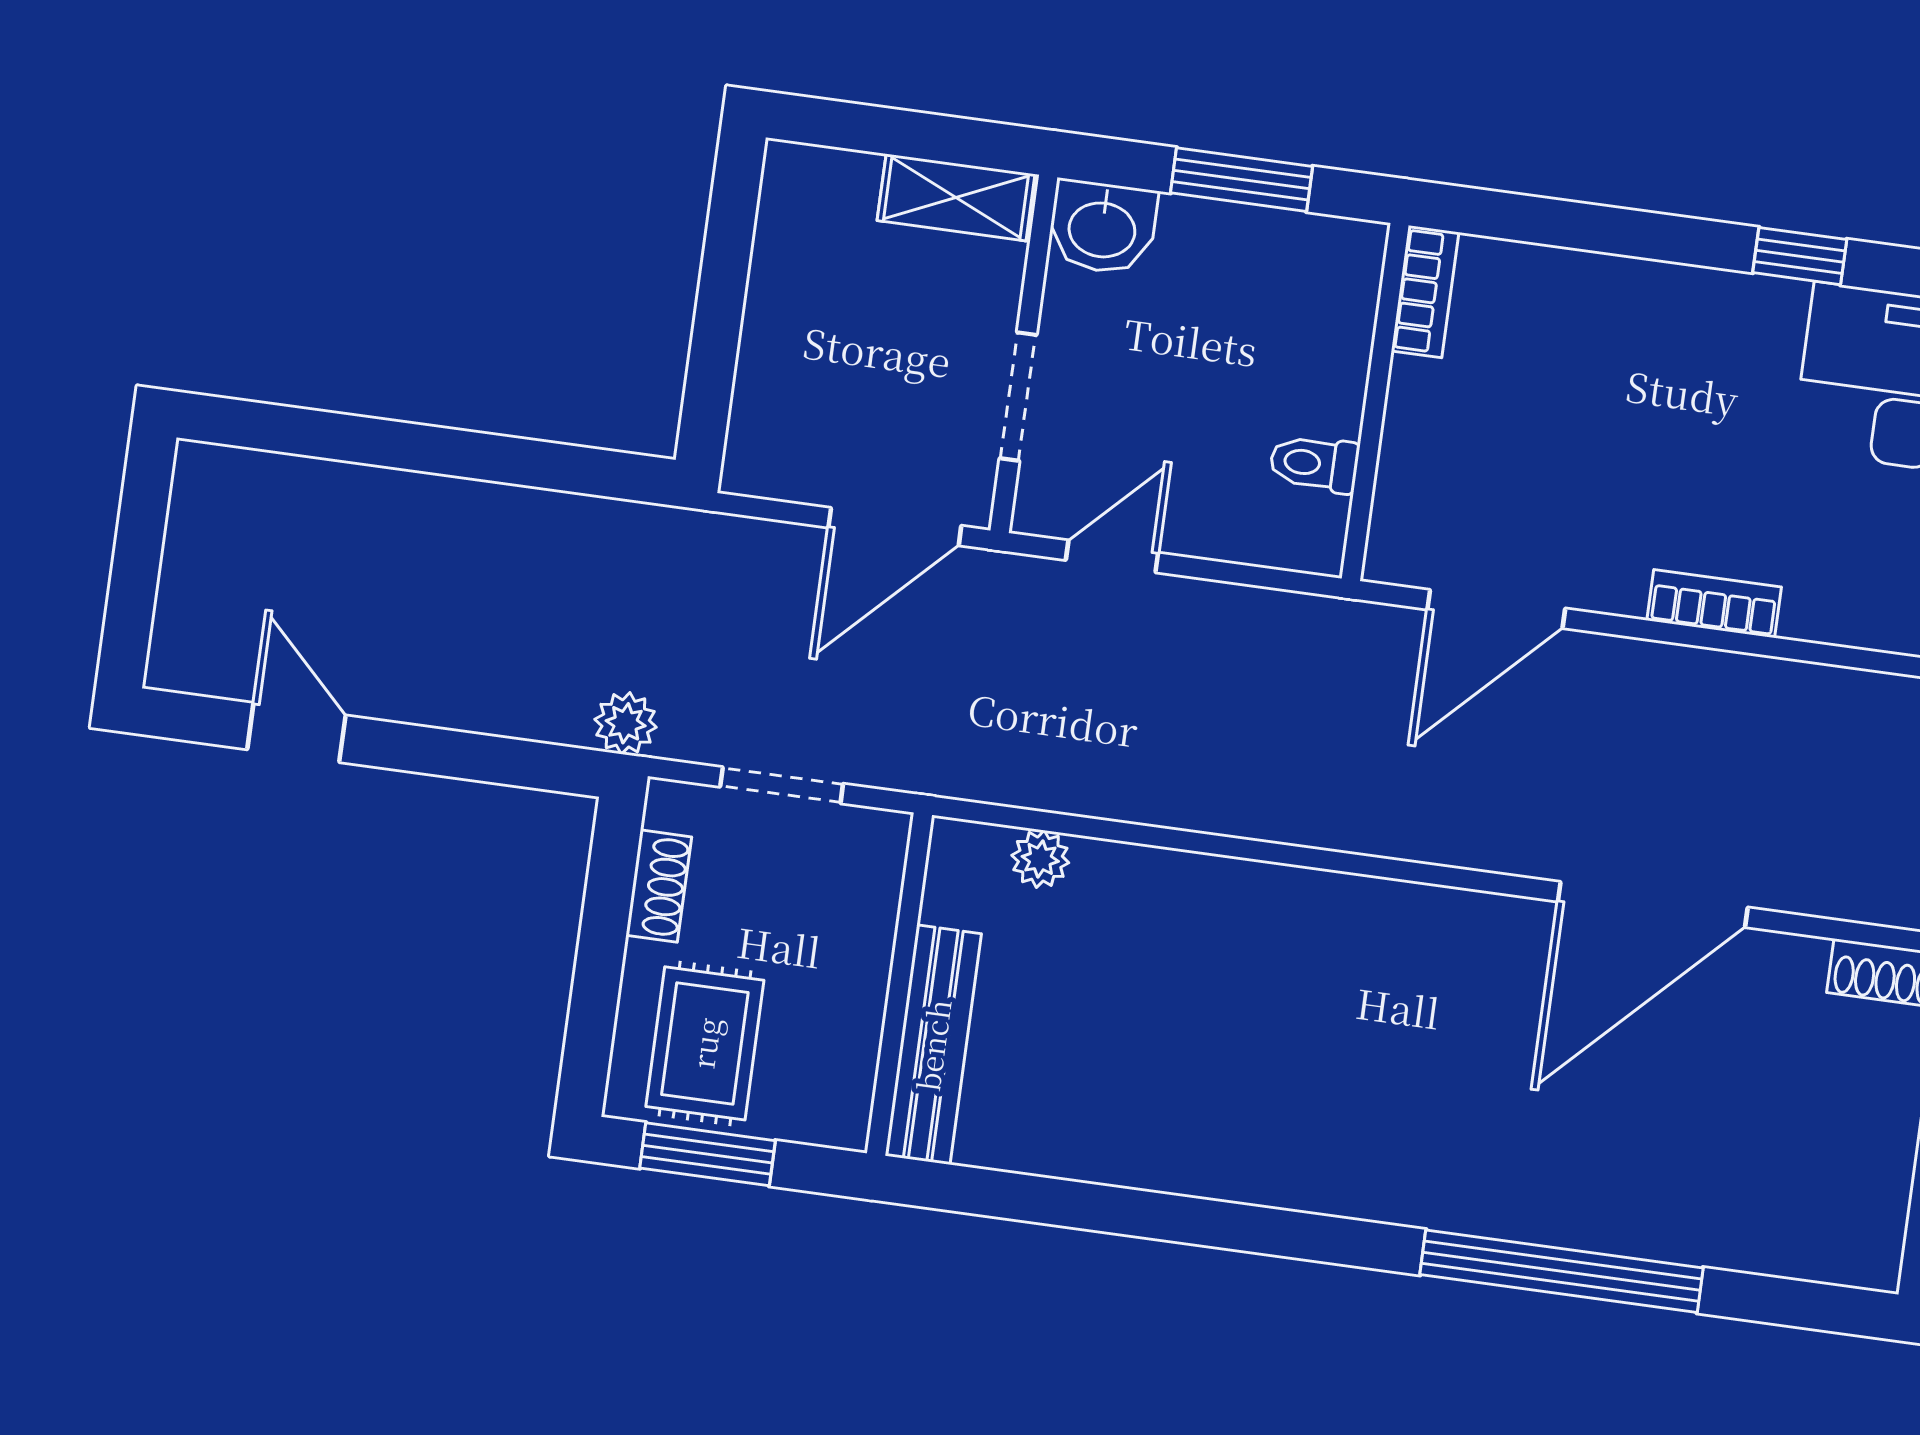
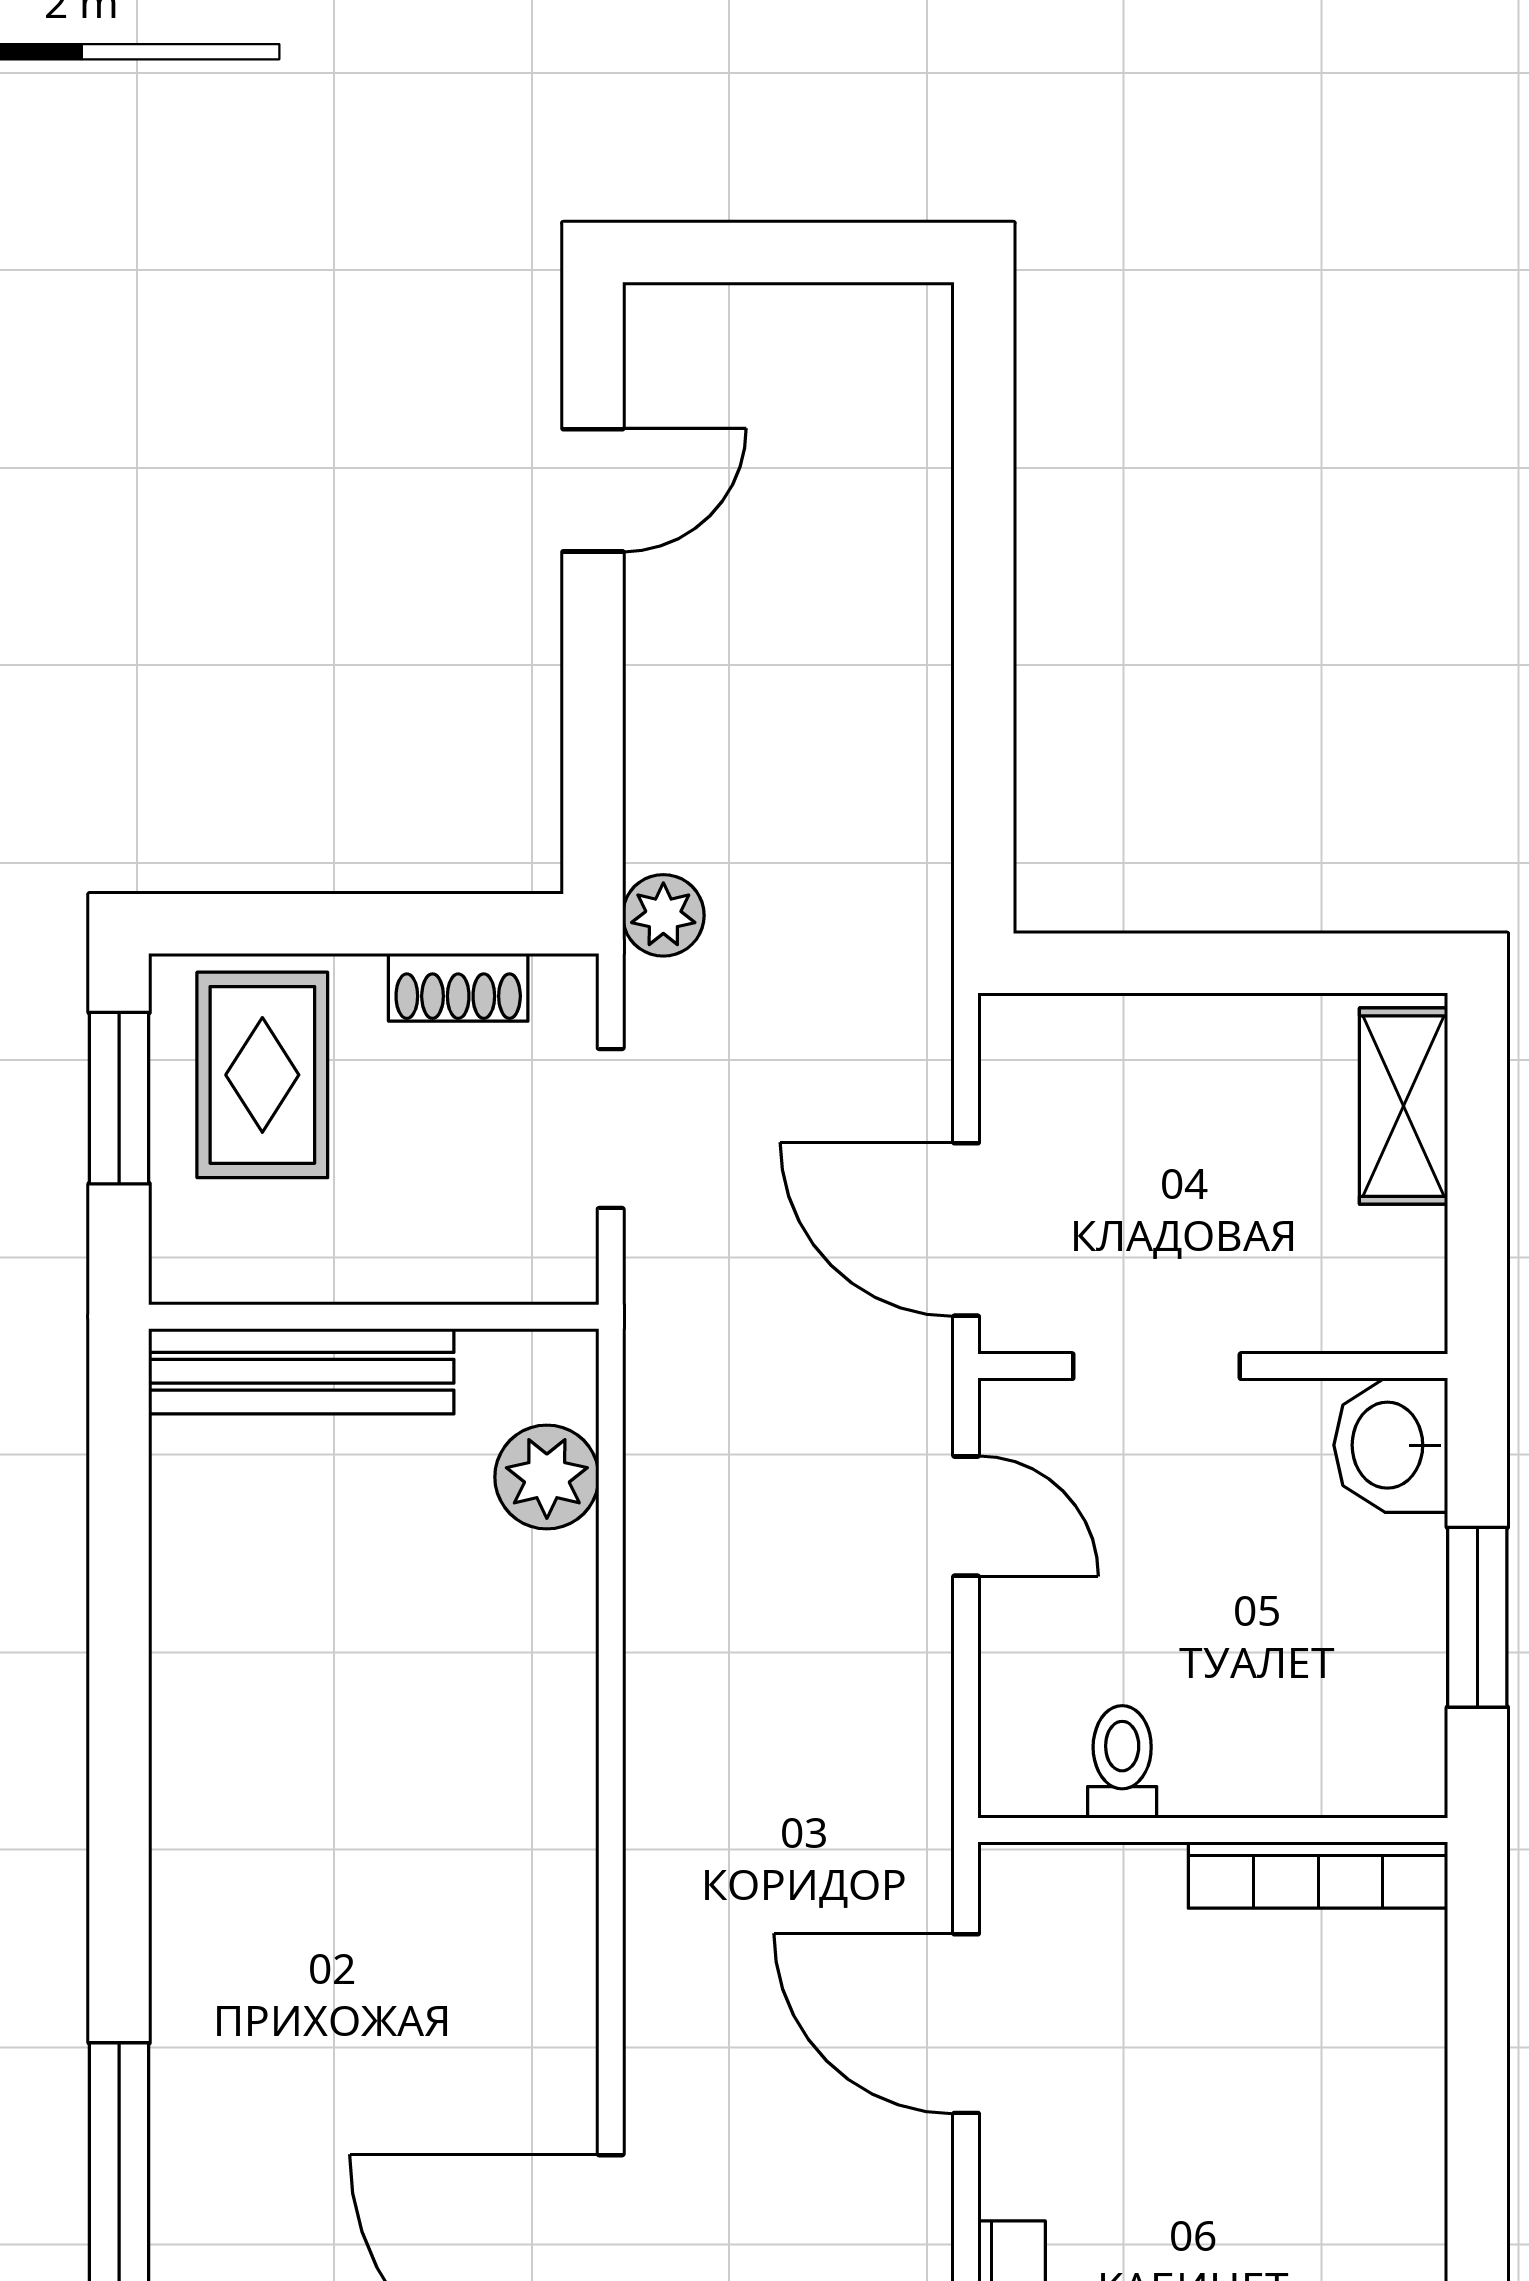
shelving: (956, 197) -> (1404, 1106), moved
bookcase: (1425, 292) -> (1318, 1875), width x1.56
plant: (1040, 859) -> (547, 1477), width x1.38, depth x1.38
rug: (705, 1043) -> (262, 1075), turned 90

